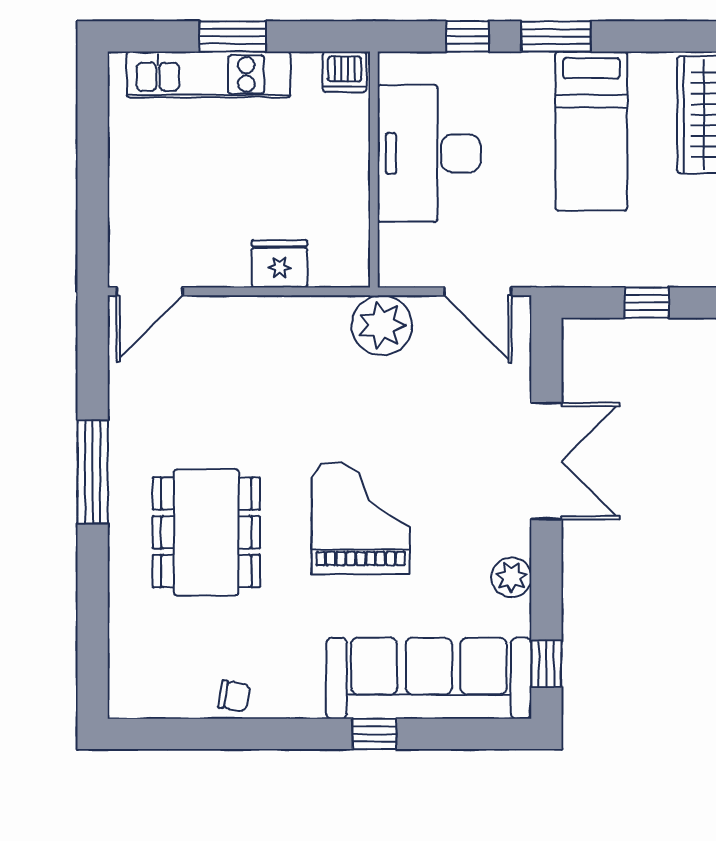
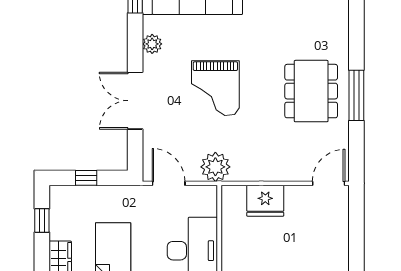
fridge: (280, 264) -> (265, 201), width x1.36, depth x1.34
grand piano: (361, 518) -> (215, 88), moved
dining table: (206, 532) -> (311, 91), moved

